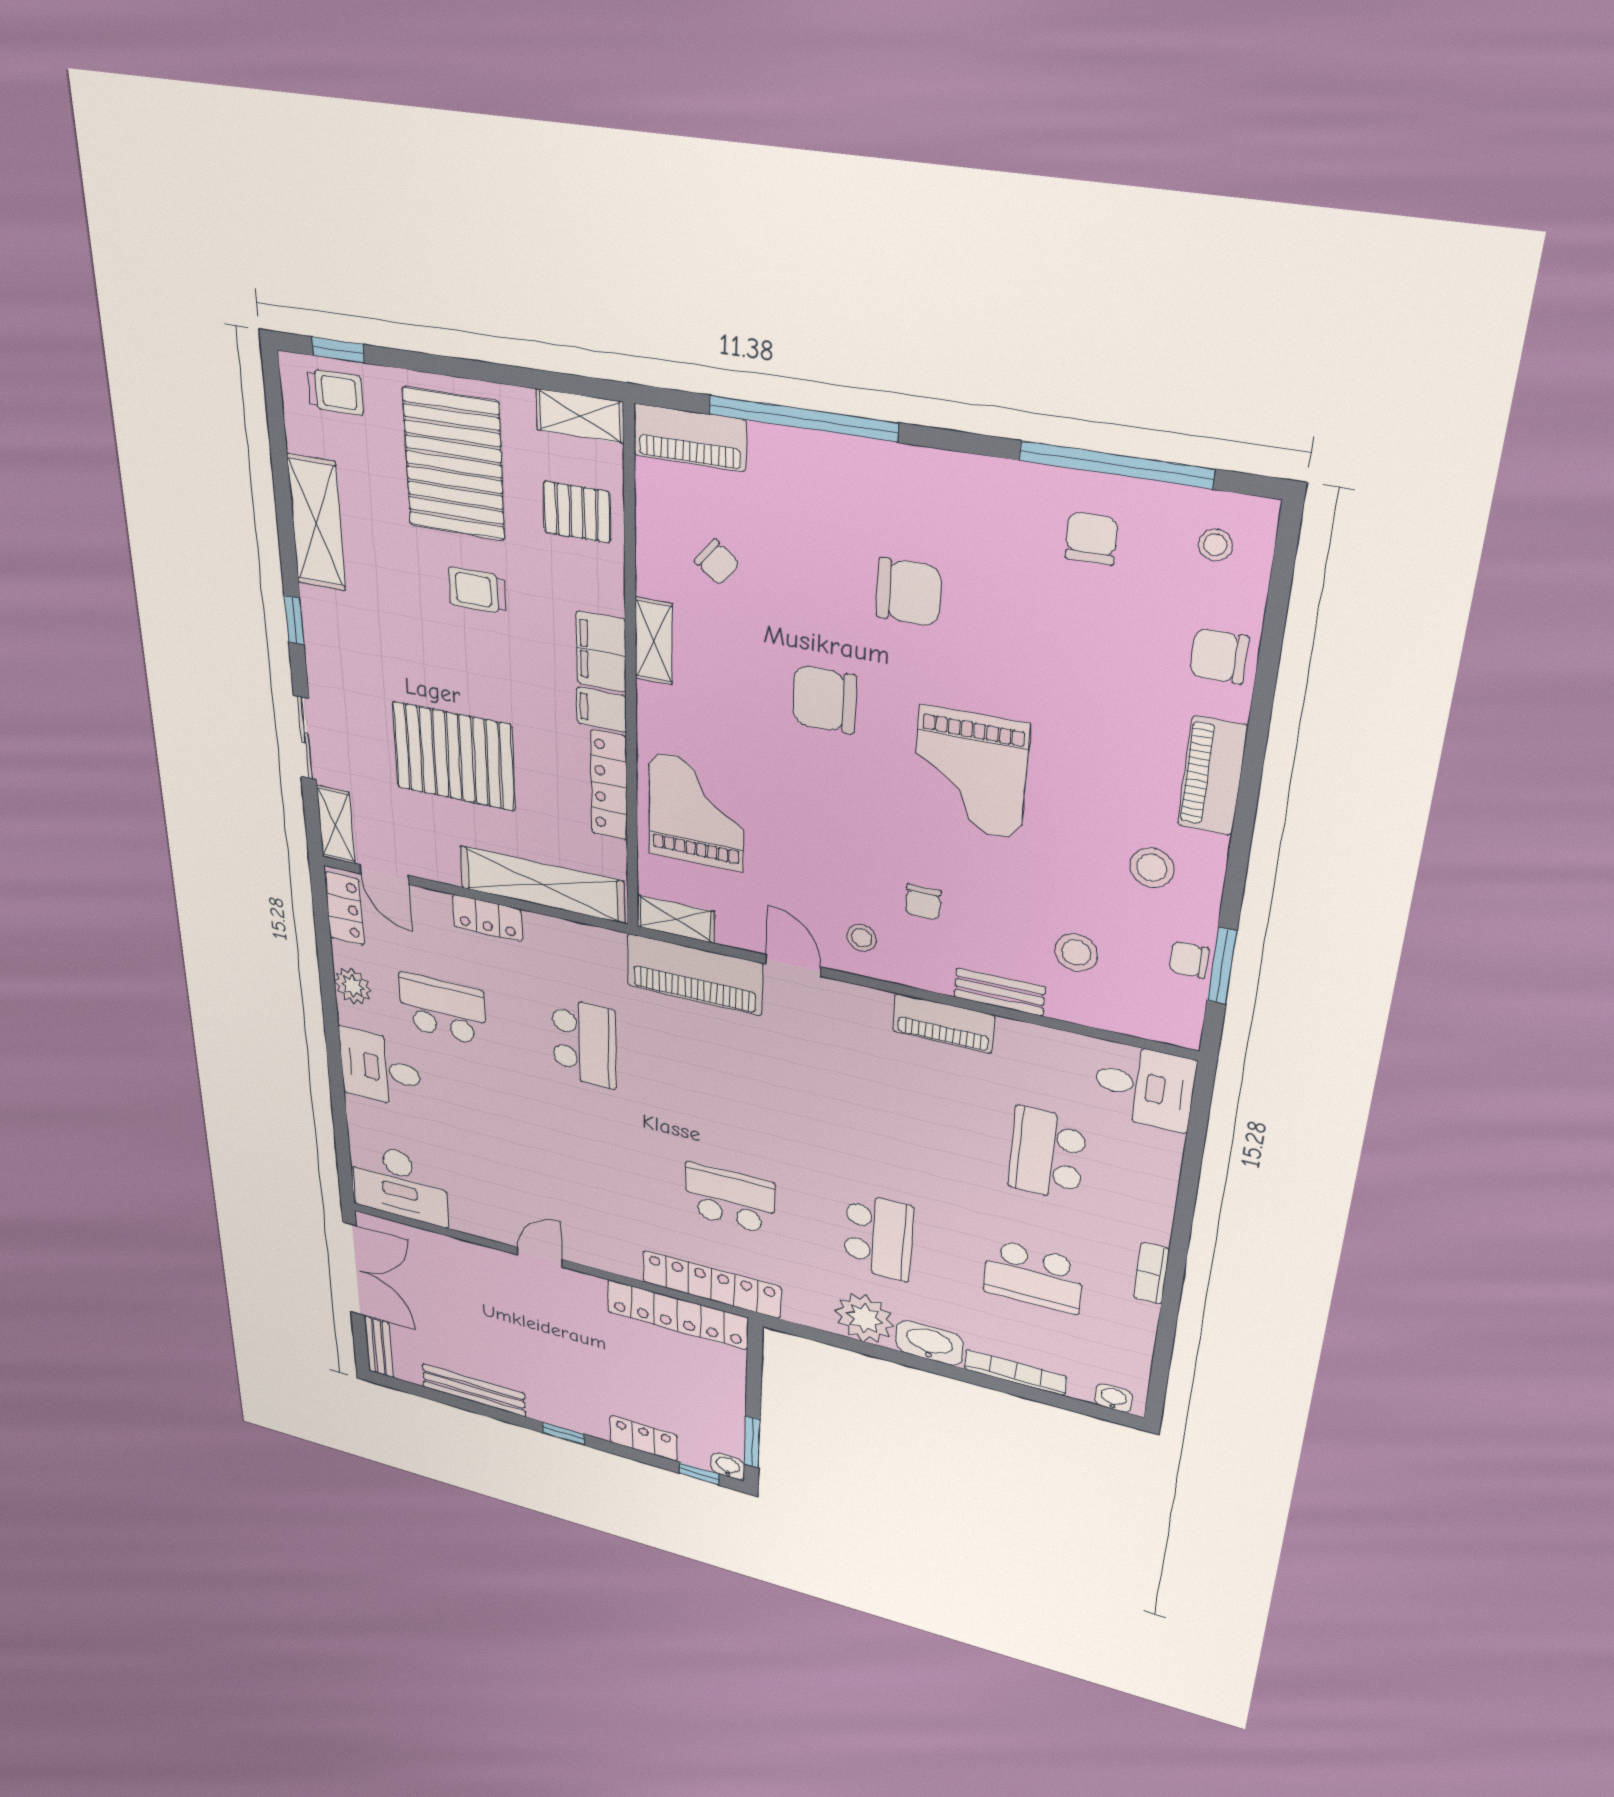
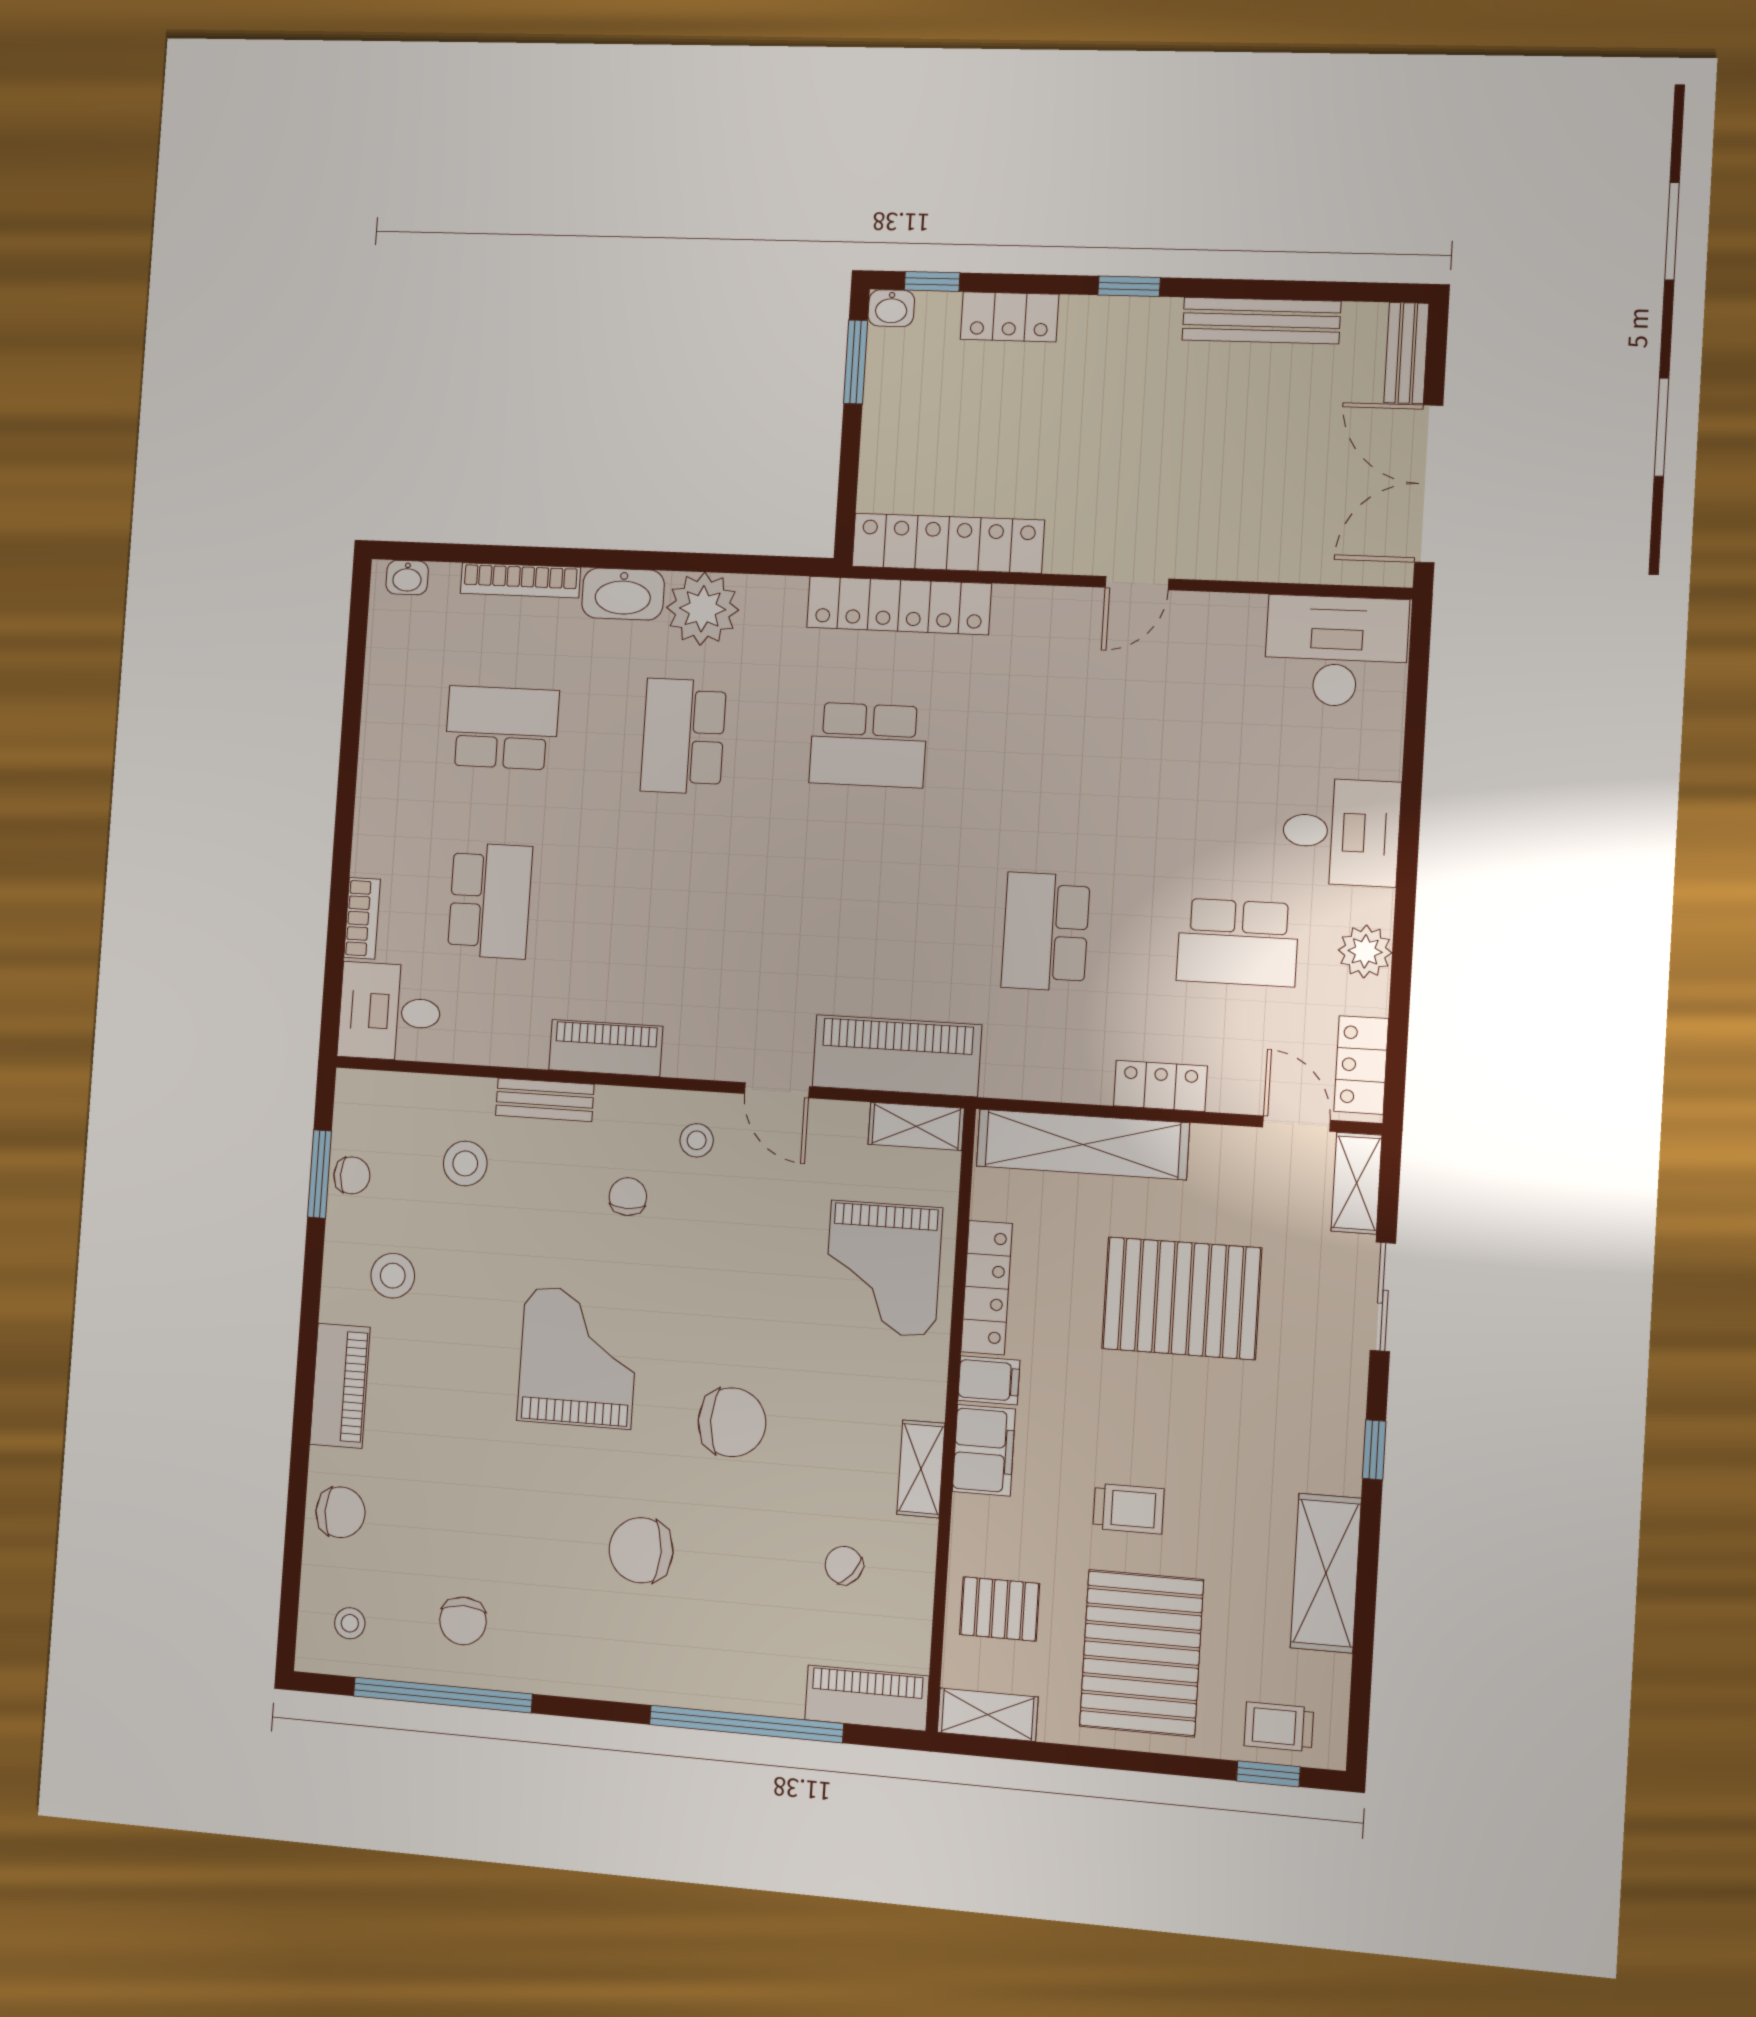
bookcase: (1151, 1273) -> (362, 918), moved

